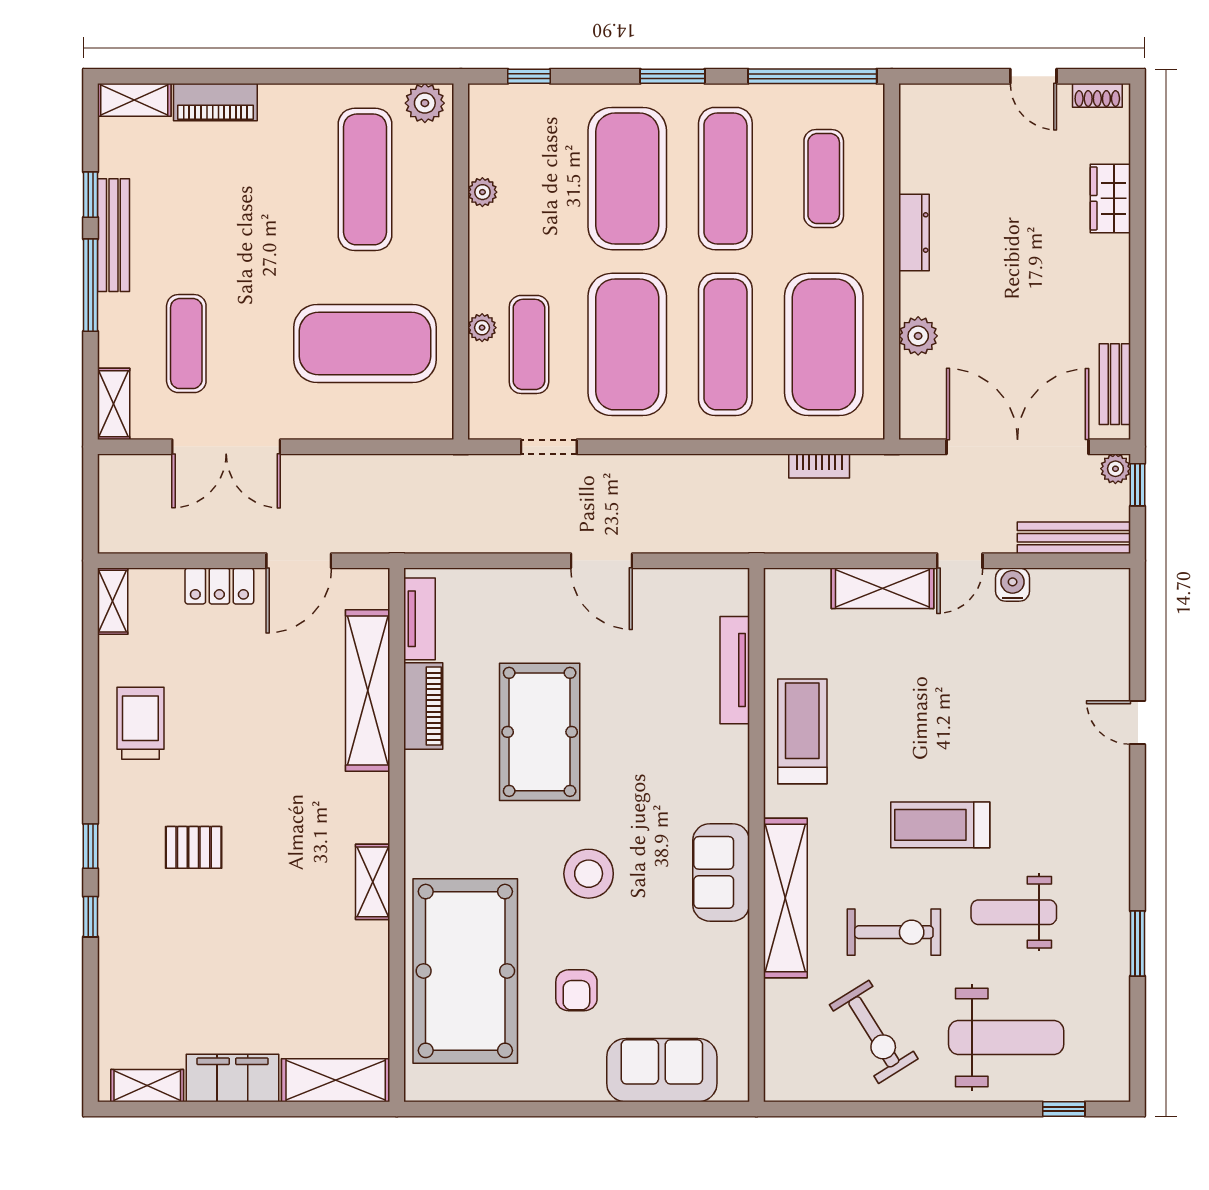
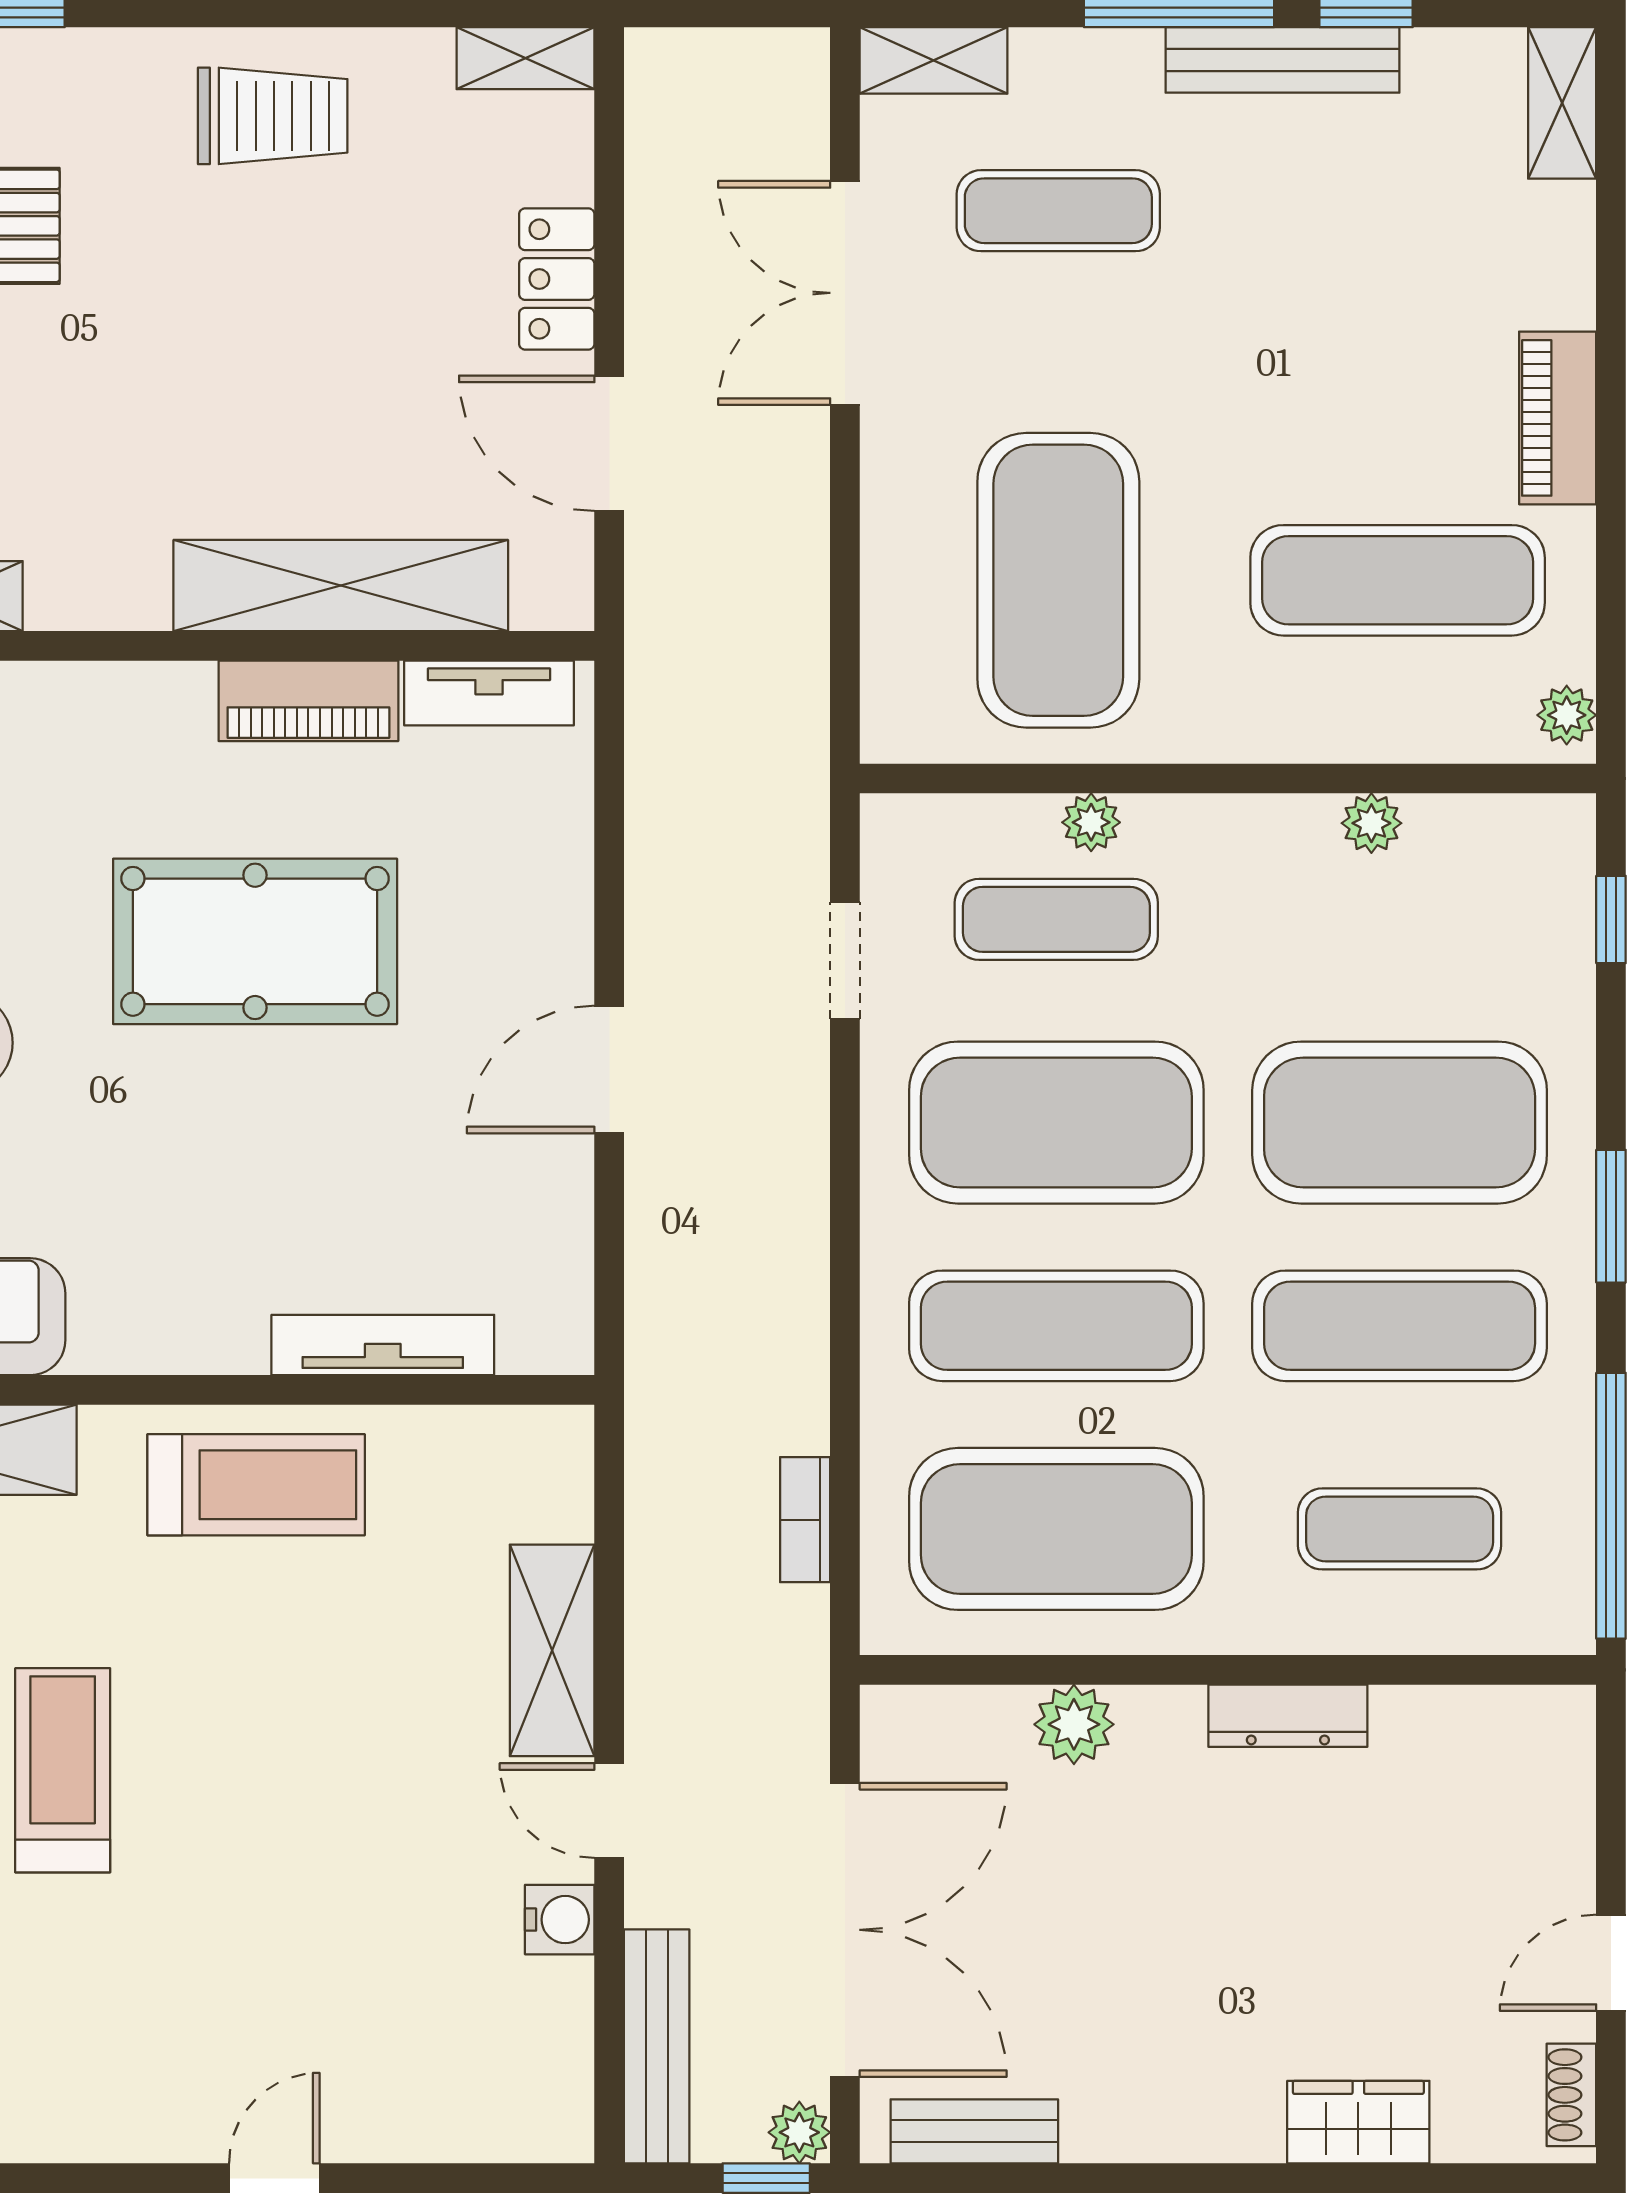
piano: (215, 102) -> (1558, 418), moved
plant: (425, 103) -> (1567, 715), width x0.73, depth x0.73

